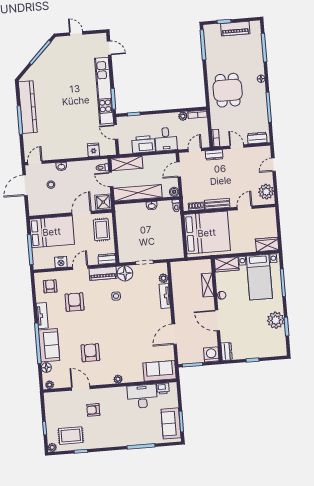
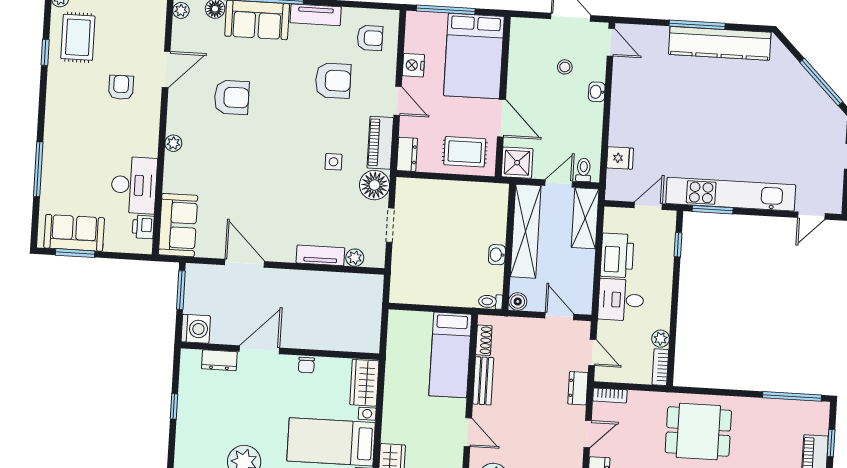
bed: (207, 233) -> (450, 355), width x0.49
shelving: (208, 285) -> (330, 340), removed
dresser: (227, 351) -> (219, 360), moved

